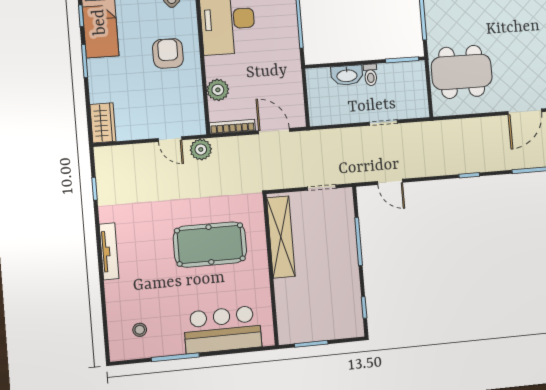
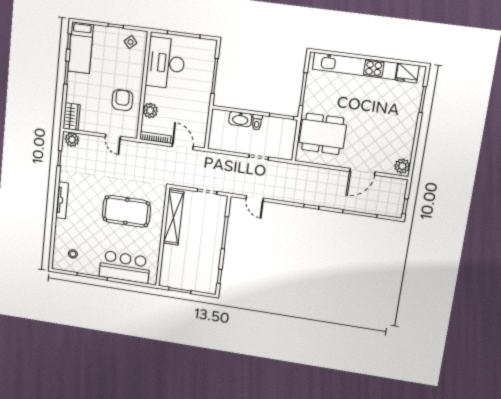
armchair: (168, 53) -> (122, 100), moved
plant: (201, 149) -> (72, 140), moved

